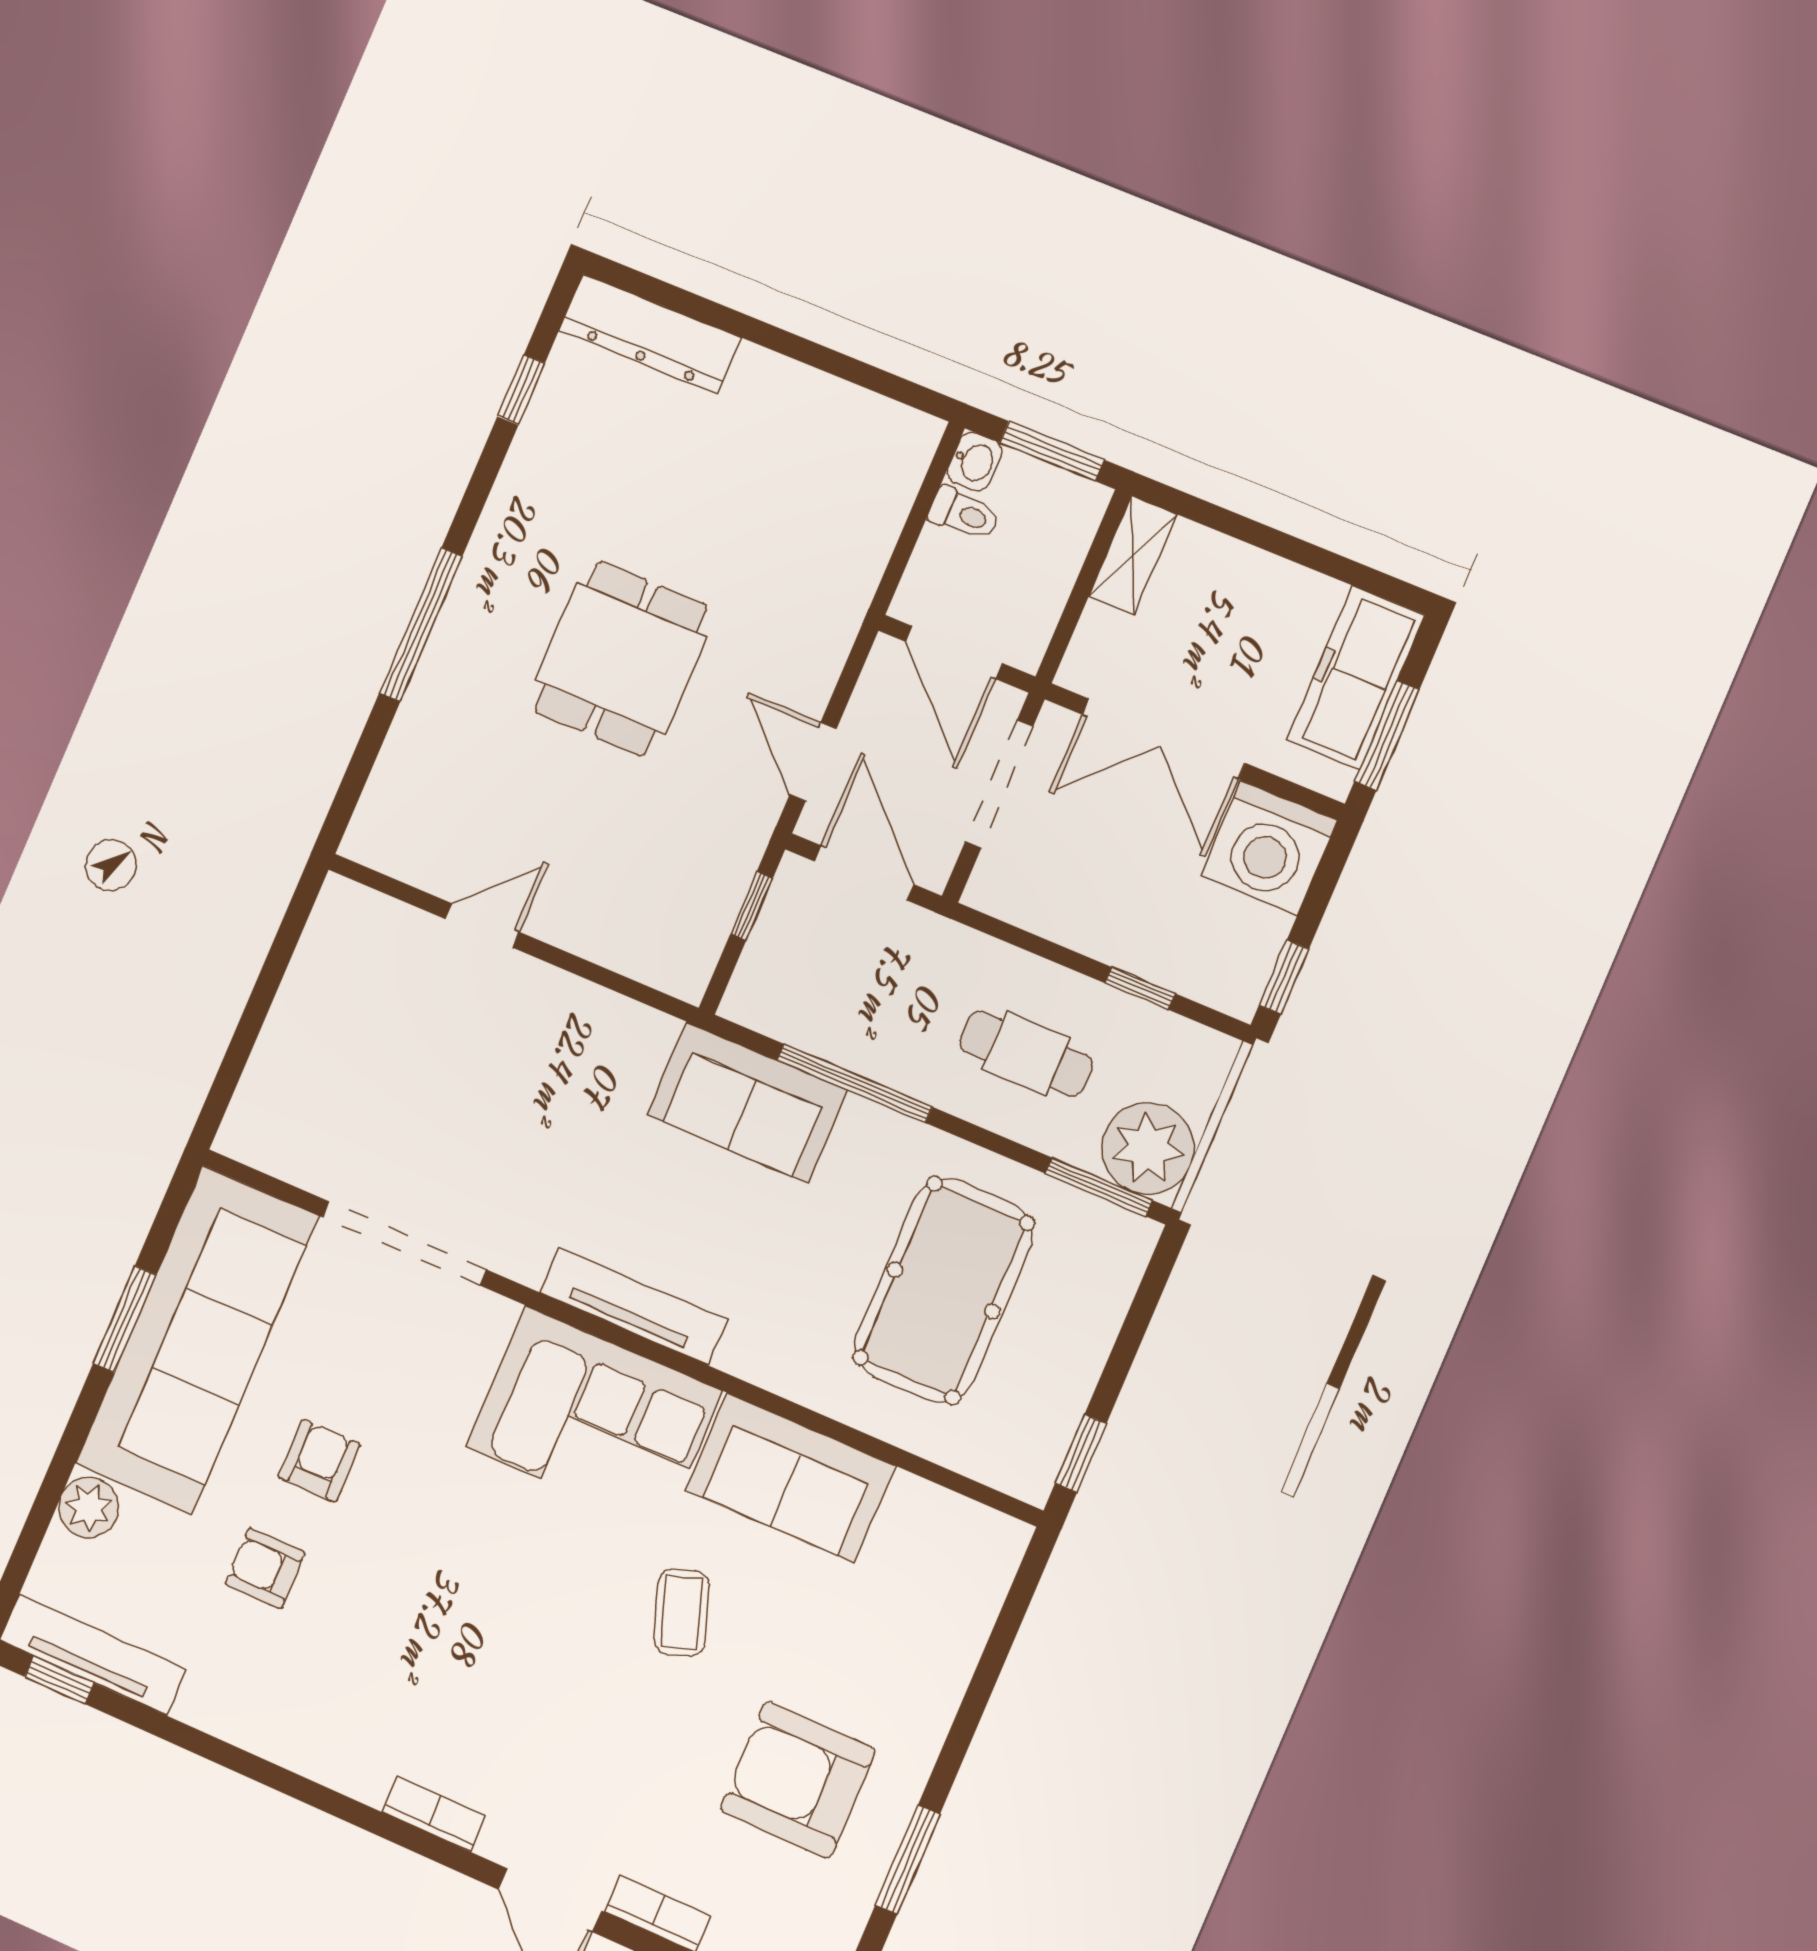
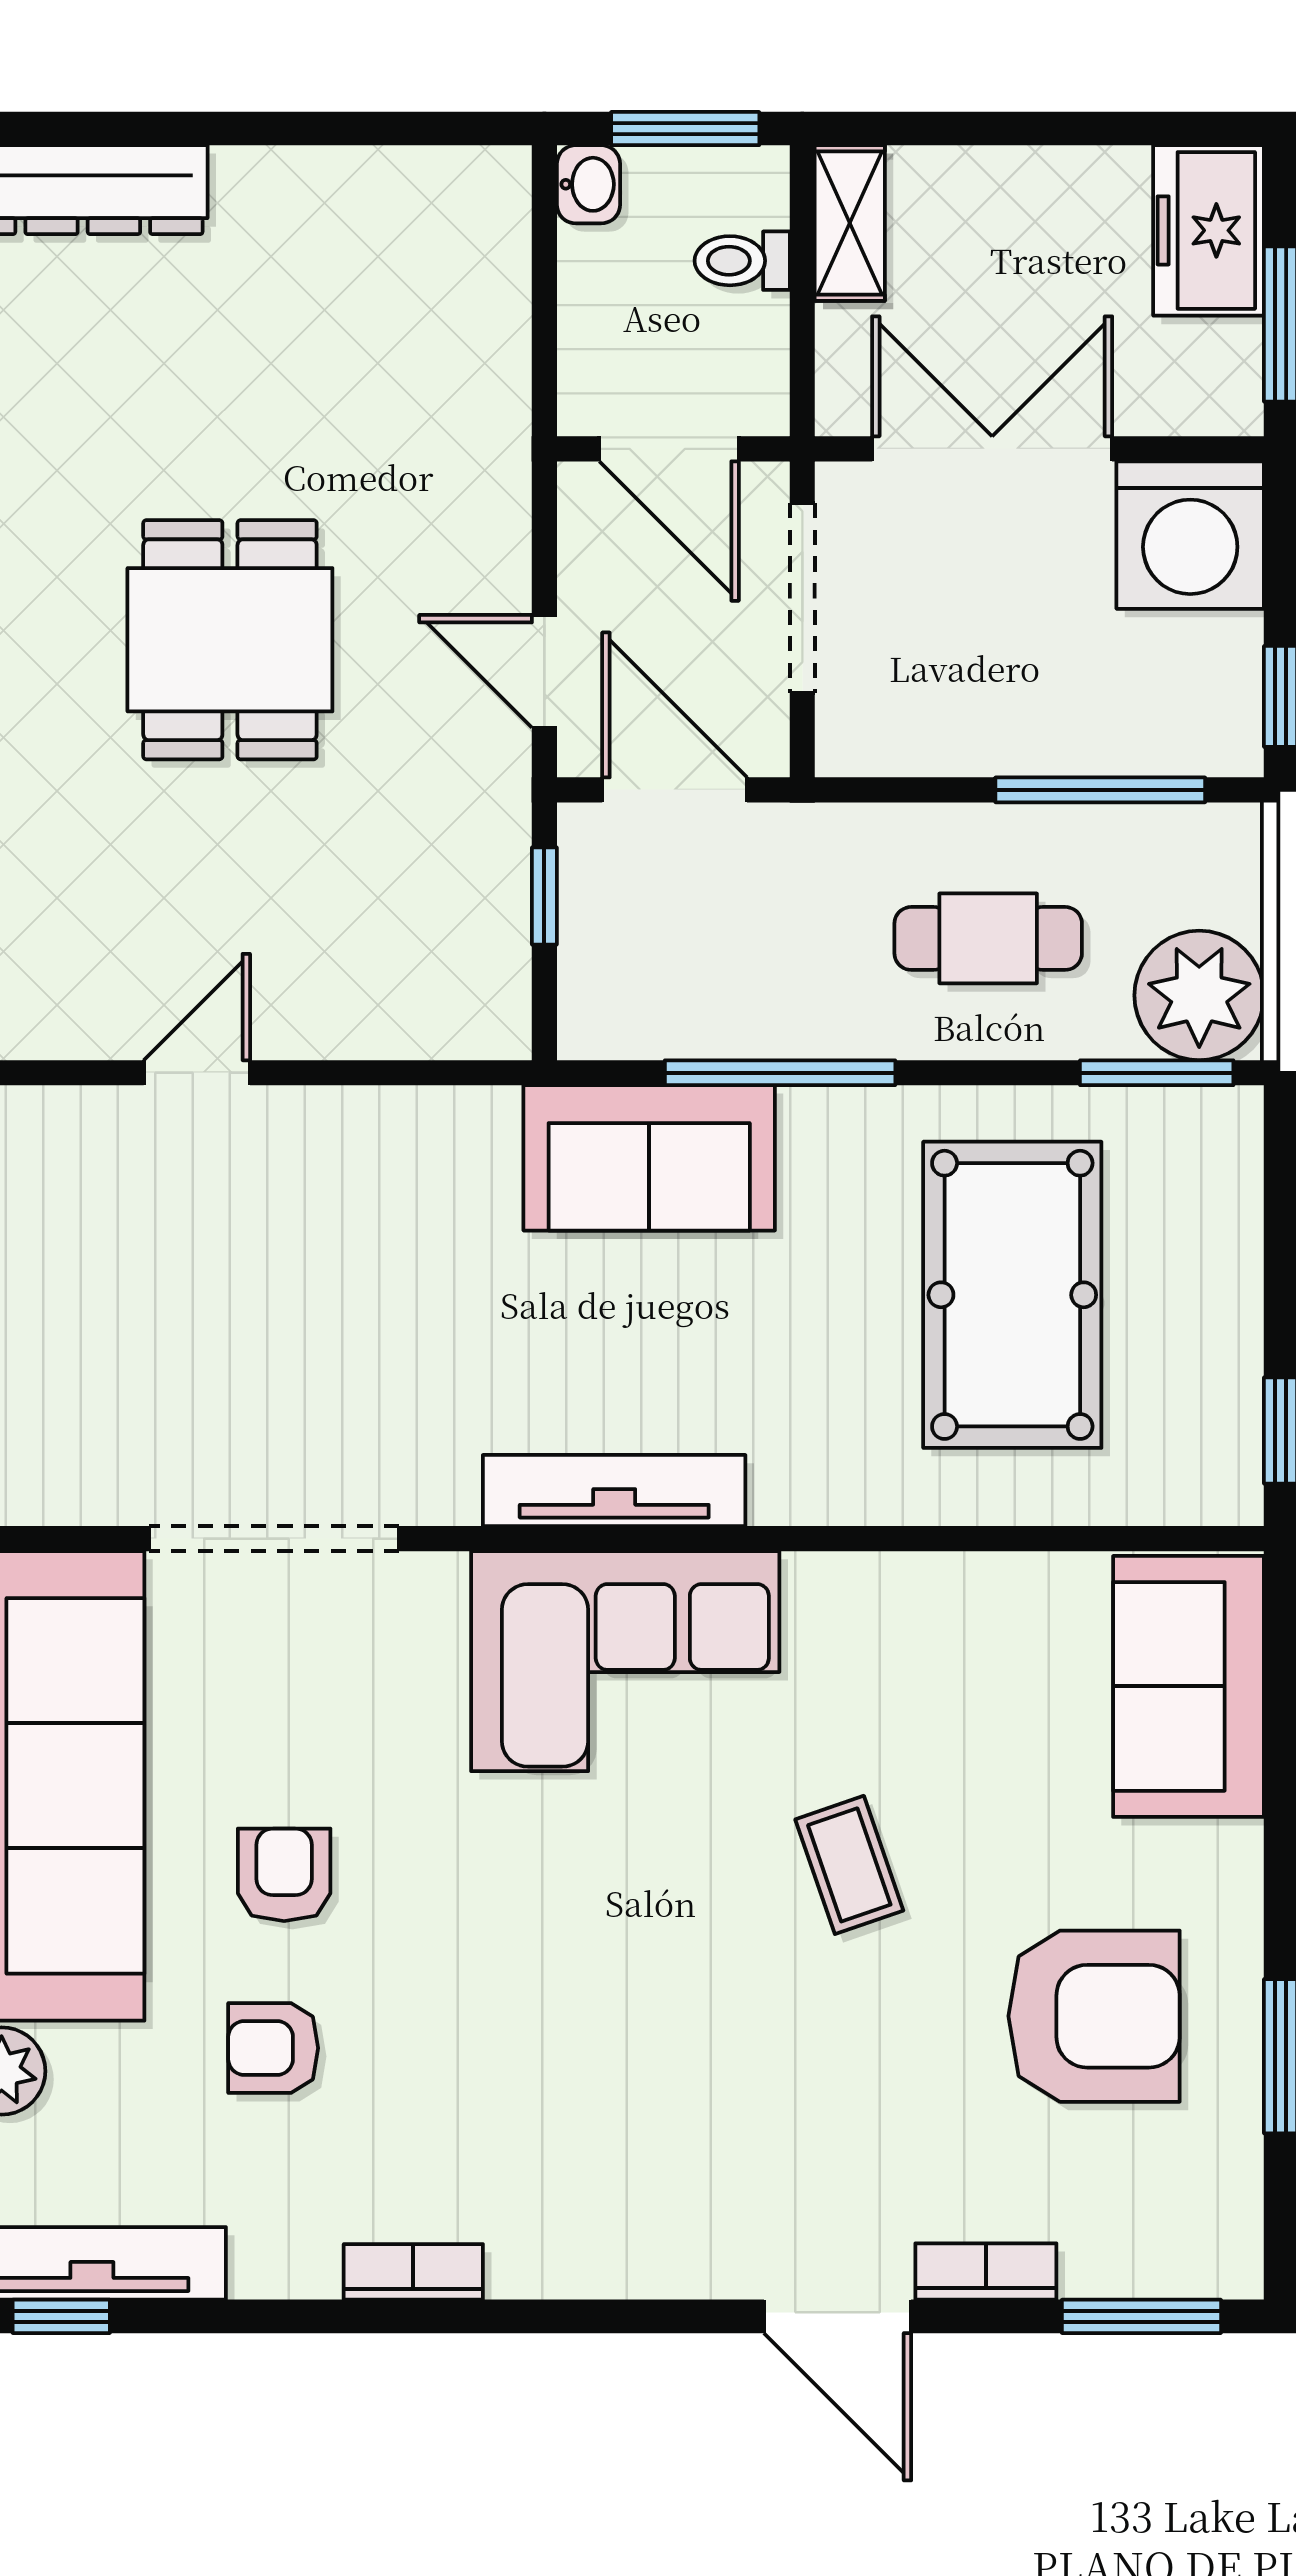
toilet: (964, 514) -> (742, 261), moved, turned 180
freezer: (1356, 678) -> (1209, 230), width x0.71
double door: (1163, 739) -> (992, 449), swing flipped
window: (1140, 988) -> (1100, 790), width x2.17
sofa: (790, 1478) -> (1189, 1686), moved, turned 90
armchair: (798, 1780) -> (1094, 2016), turned 180
bookcase: (434, 1814) -> (413, 2272), moved

